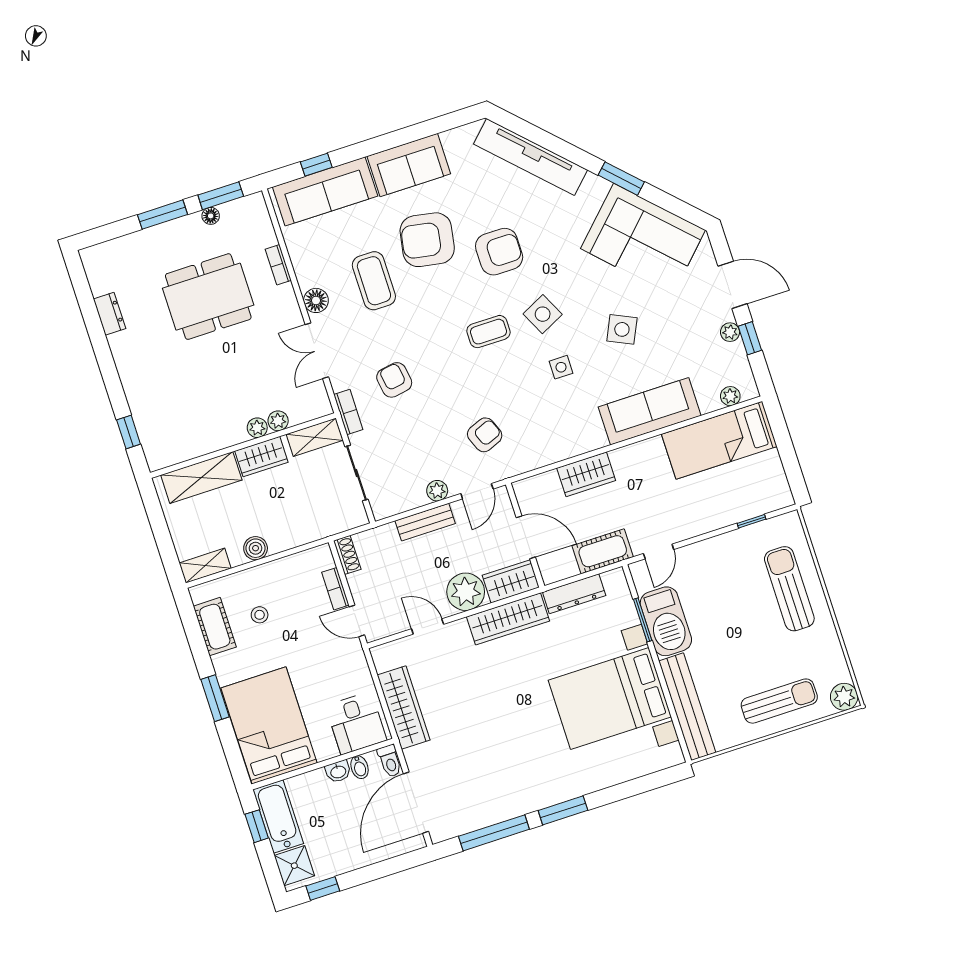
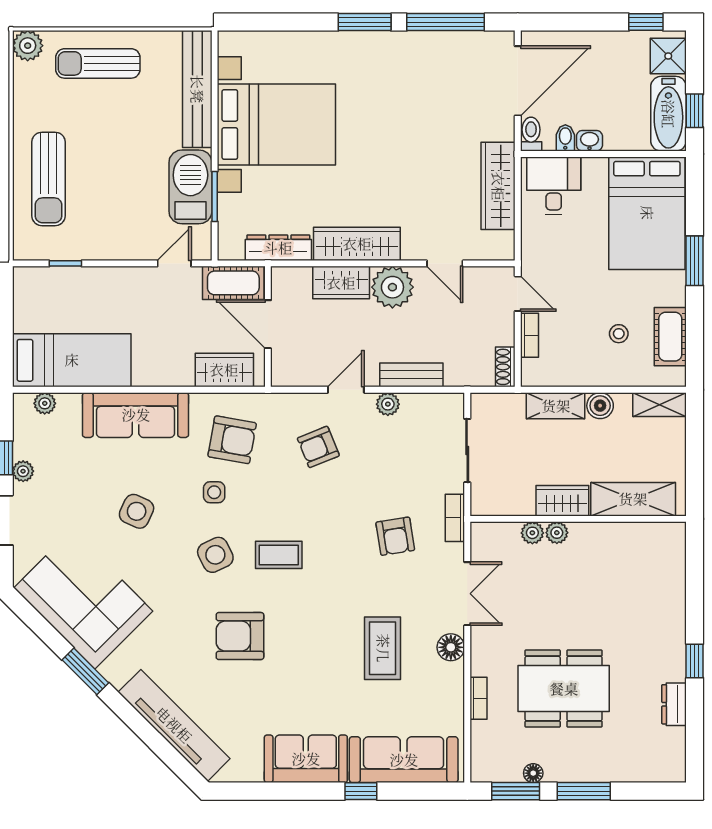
window: (316, 165) -> (361, 791), moved
armchair: (427, 240) -> (232, 440), moved, width x0.73, depth x0.73
window: (129, 432) -> (695, 661), moved
shelving: (315, 437) -> (556, 406), moved
wall: (525, 535) -> (268, 327), moved
door: (526, 537) -> (268, 324), moved

